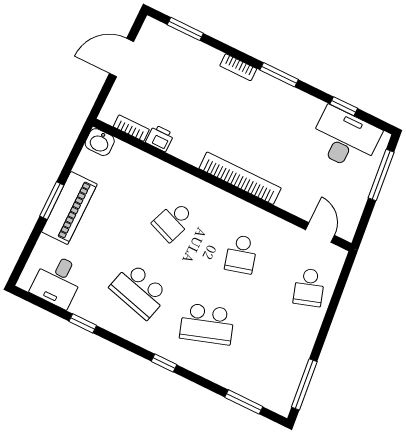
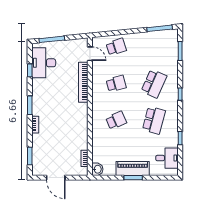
printer: (160, 138) -> (83, 144), removed
bookcase: (240, 178) -> (83, 82), moved
school desk: (173, 221) -> (116, 120), turned -45
door: (320, 233) -> (90, 54), swing flipped
school desk: (207, 324) -> (154, 84), turned 42

